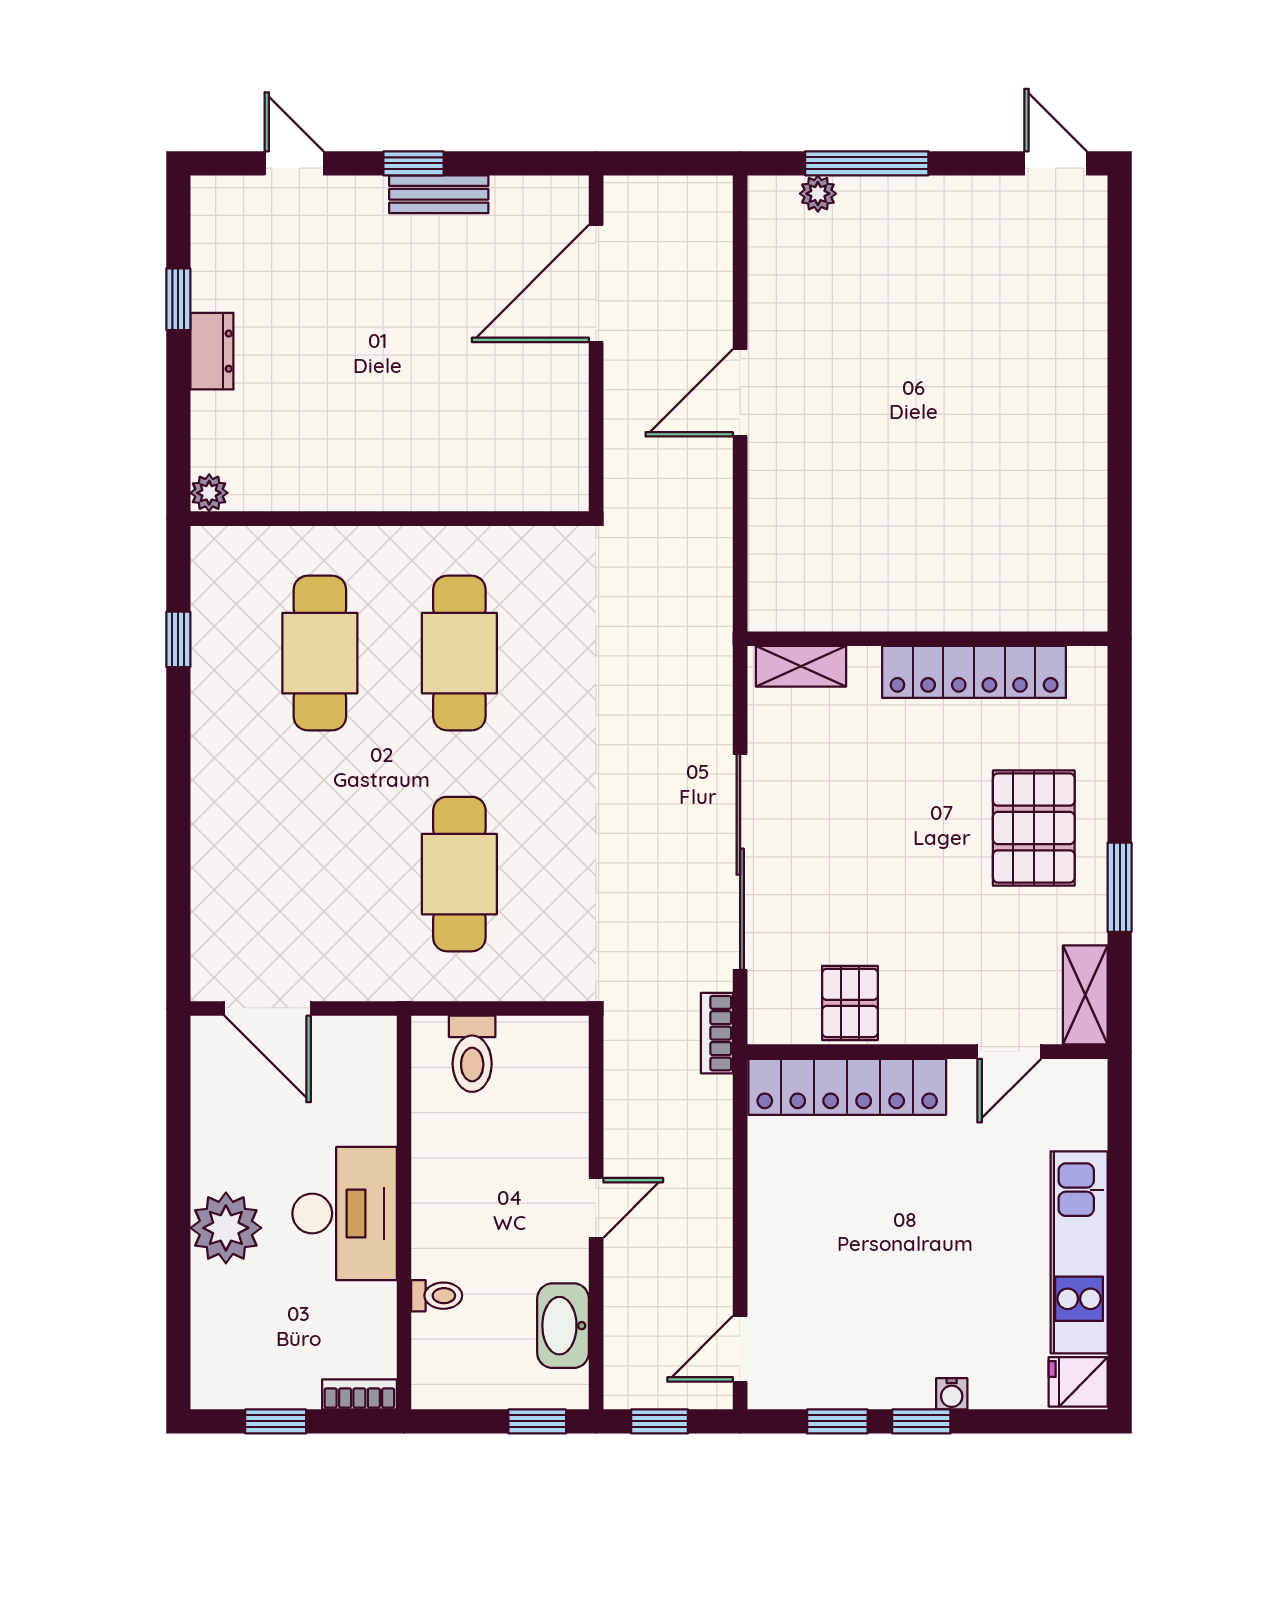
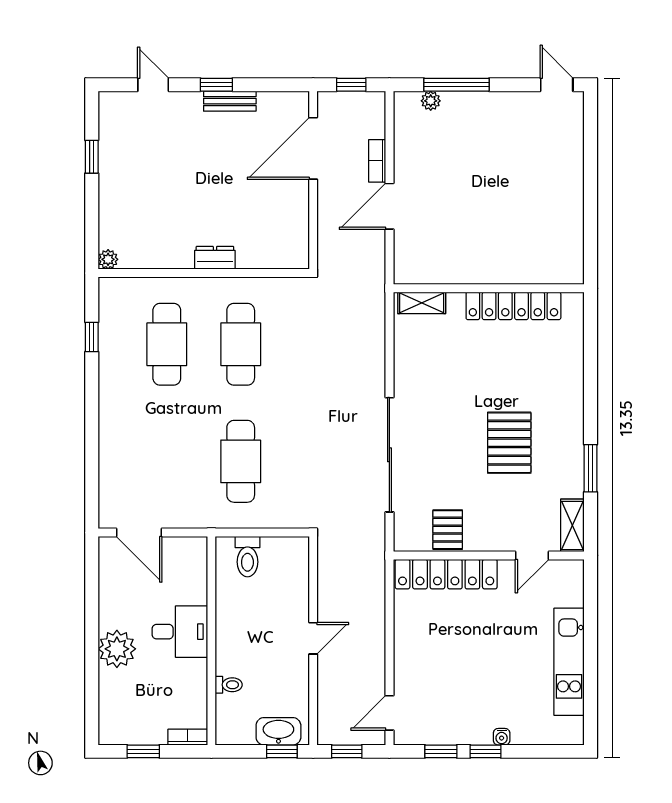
window: (668, 163) -> (351, 85), added
dresser: (212, 351) -> (215, 258), moved, turned -90
wall: (927, 639) -> (489, 288), moved
shelving: (801, 666) -> (422, 303), moved
locker: (974, 672) -> (513, 306), moved
pallet: (1034, 828) -> (509, 443), moved
bookcase: (717, 1033) -> (377, 161), moved
desk: (345, 1213) -> (180, 632), width x0.73
washbasin: (563, 1326) -> (278, 731), moved, turned 90
fridge: (1078, 1382) -> (569, 730), removed

